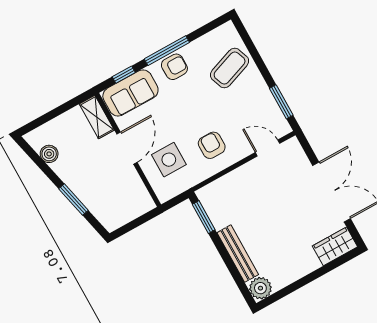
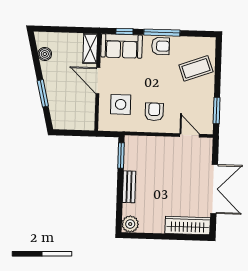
door: (127, 148) -> (98, 81), swing flipped
wardrobe: (335, 246) -> (188, 226), width x1.50
bench: (238, 254) -> (129, 187), width x0.73

